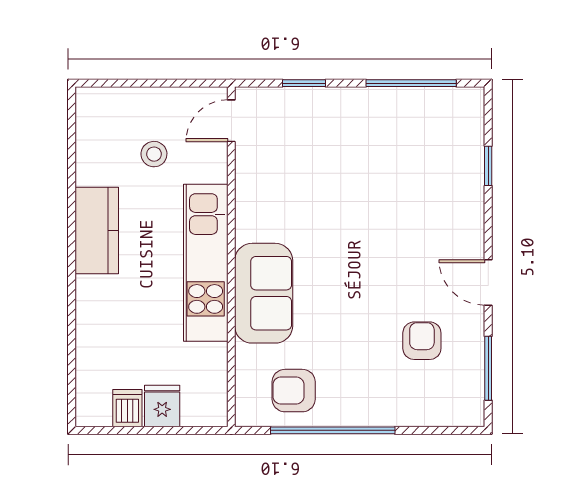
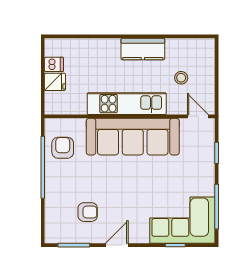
corner sofa: (438, 152) -> (182, 220), added
sofa: (264, 293) -> (133, 137), width x1.85, depth x1.27

